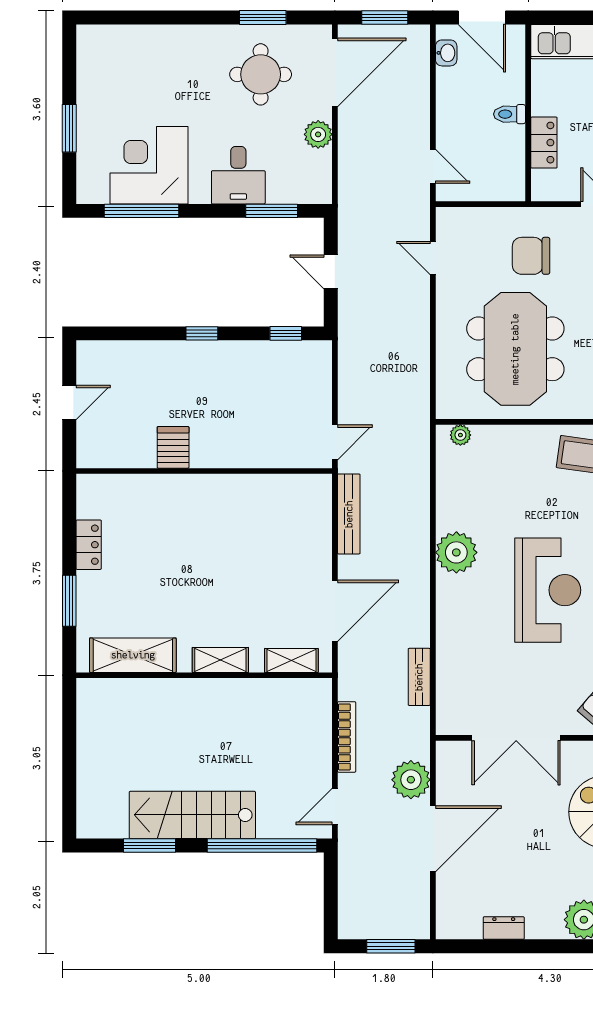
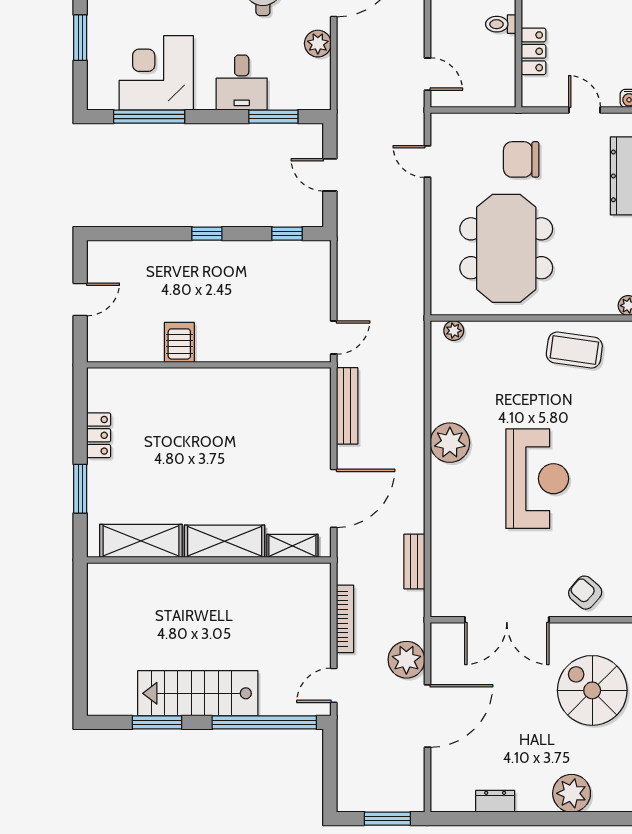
shelving: (220, 660) -> (225, 541), width x1.50, depth x1.33

